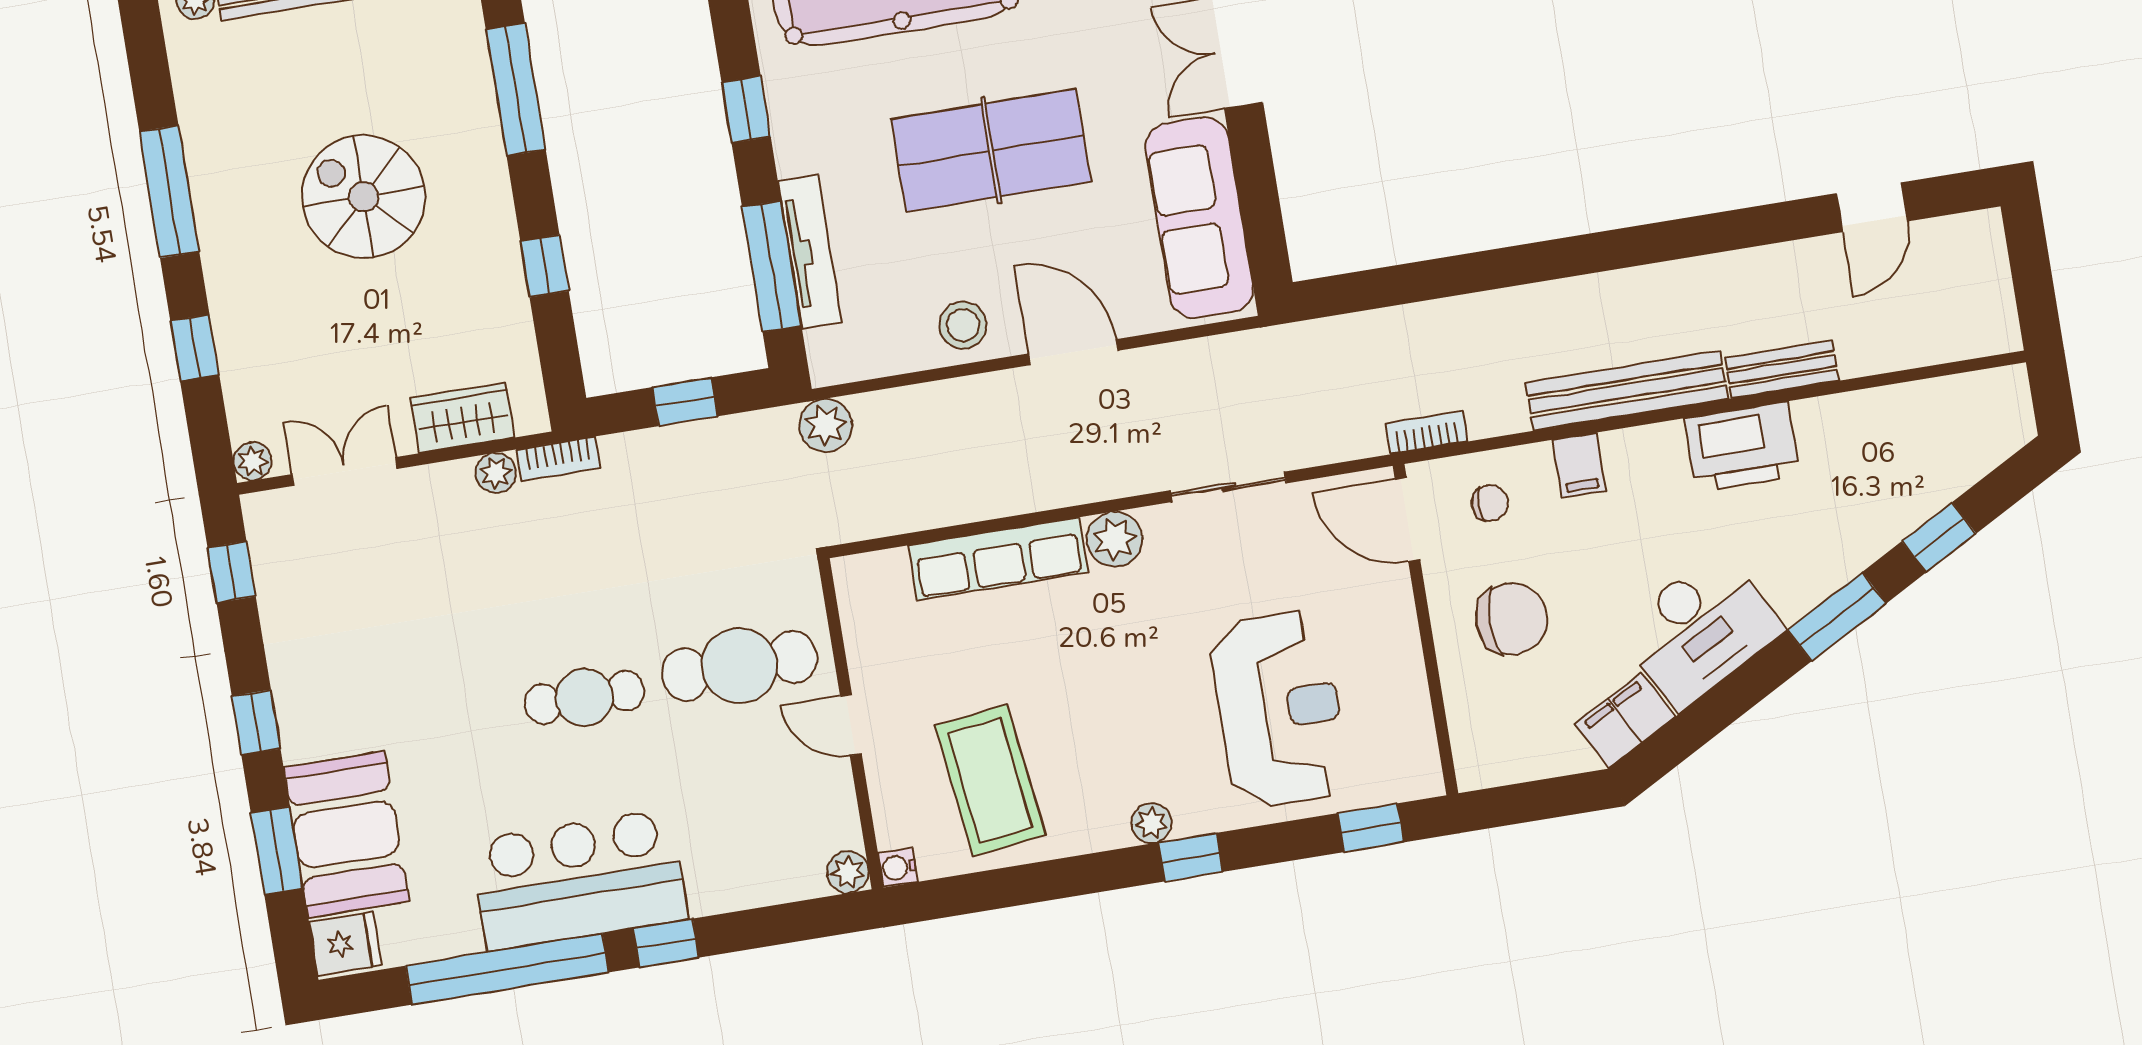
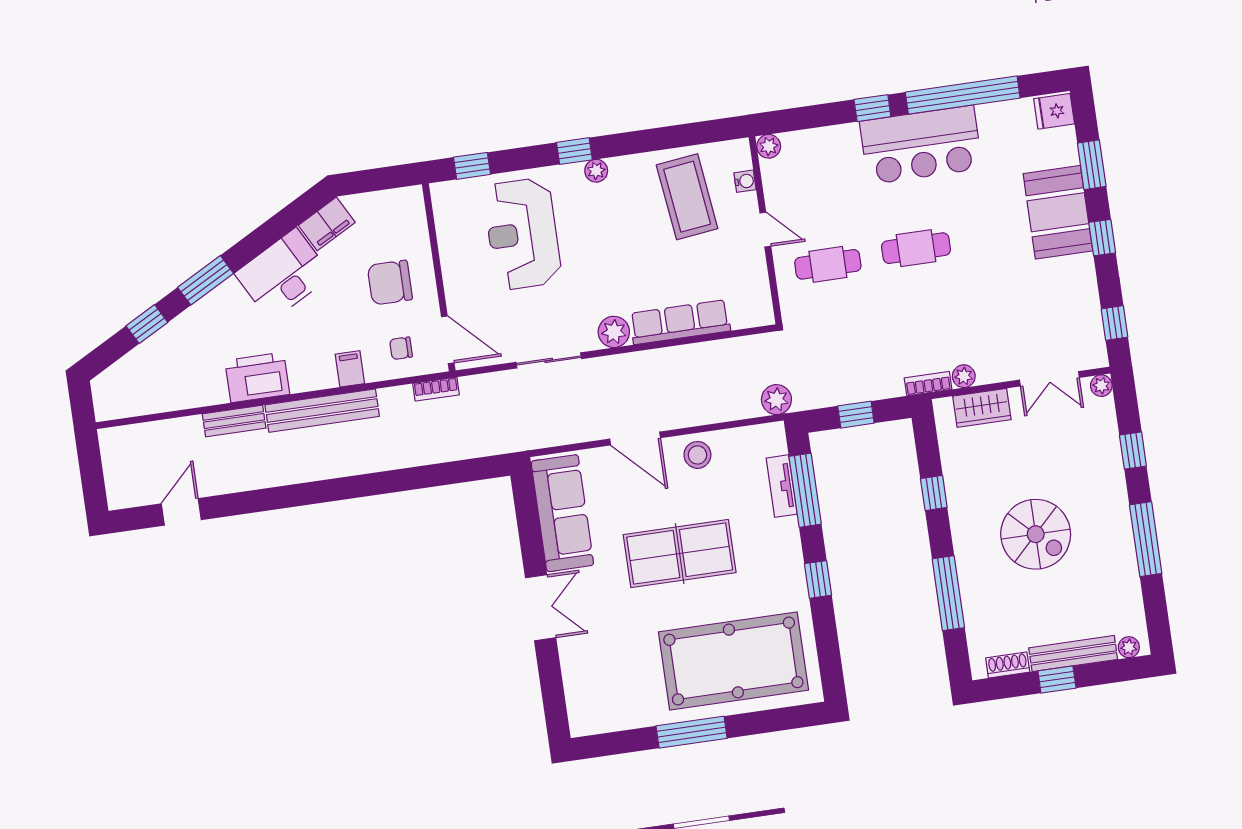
tv unit: (810, 252) -> (782, 486), width x0.71
cafe table: (739, 666) -> (828, 264), width x0.73, depth x0.74
booth: (346, 834) -> (1058, 212), moved
water cooler: (898, 867) -> (745, 181), moved

